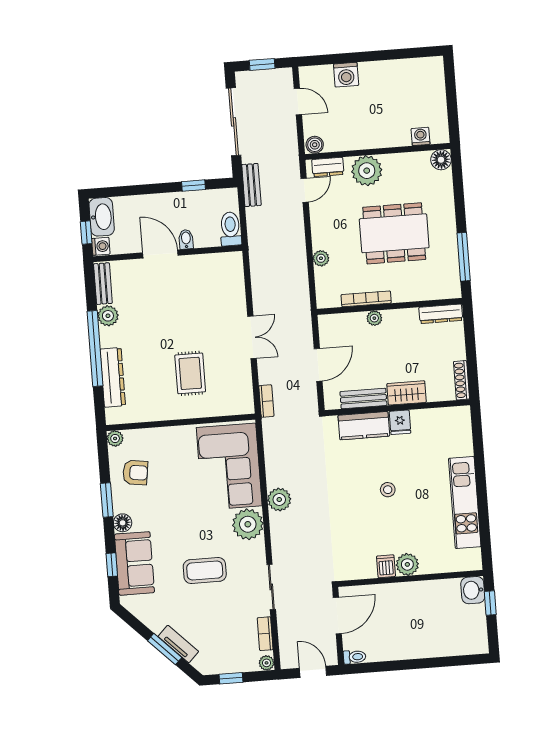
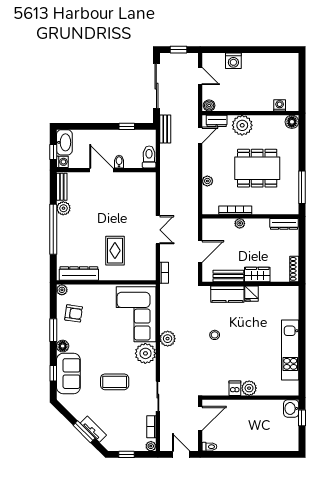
dresser: (113, 377) -> (79, 274), moved, turned -90
stool: (388, 490) -> (215, 335), moved

